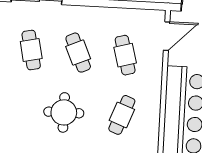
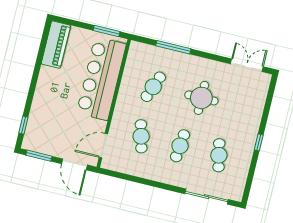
cafe table: (78, 53) -> (180, 146), turned 30

